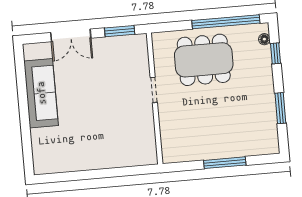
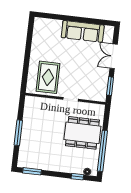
dining table: (204, 60) -> (82, 133), turned 90
window: (280, 108) -> (32, 171), moved
rug: (126, 133) -> (48, 77), added

